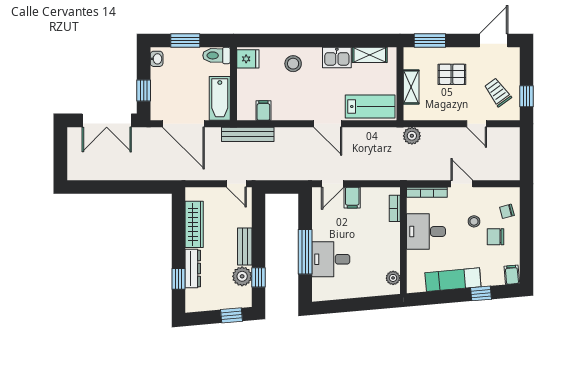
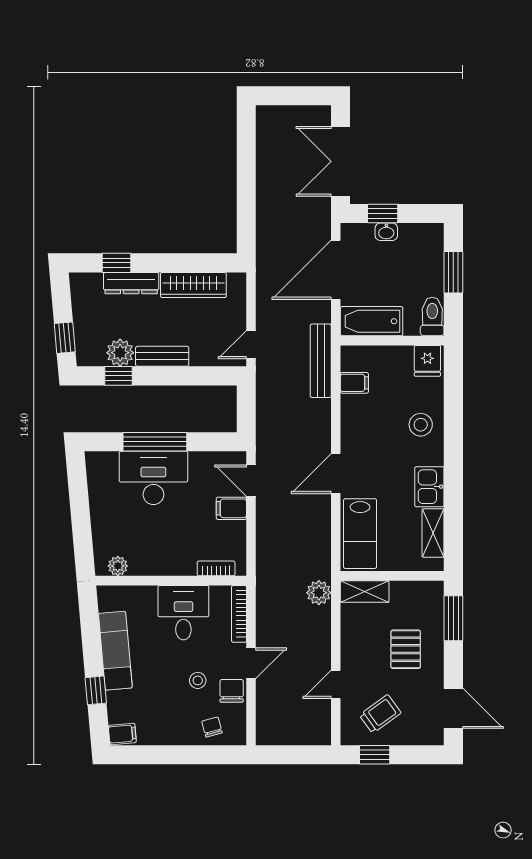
washbasin: (157, 59) -> (386, 232), moved
shelving: (411, 87) -> (365, 591), moved
chair: (496, 237) -> (232, 691), moved
desk: (331, 259) -> (153, 478), width x1.37

